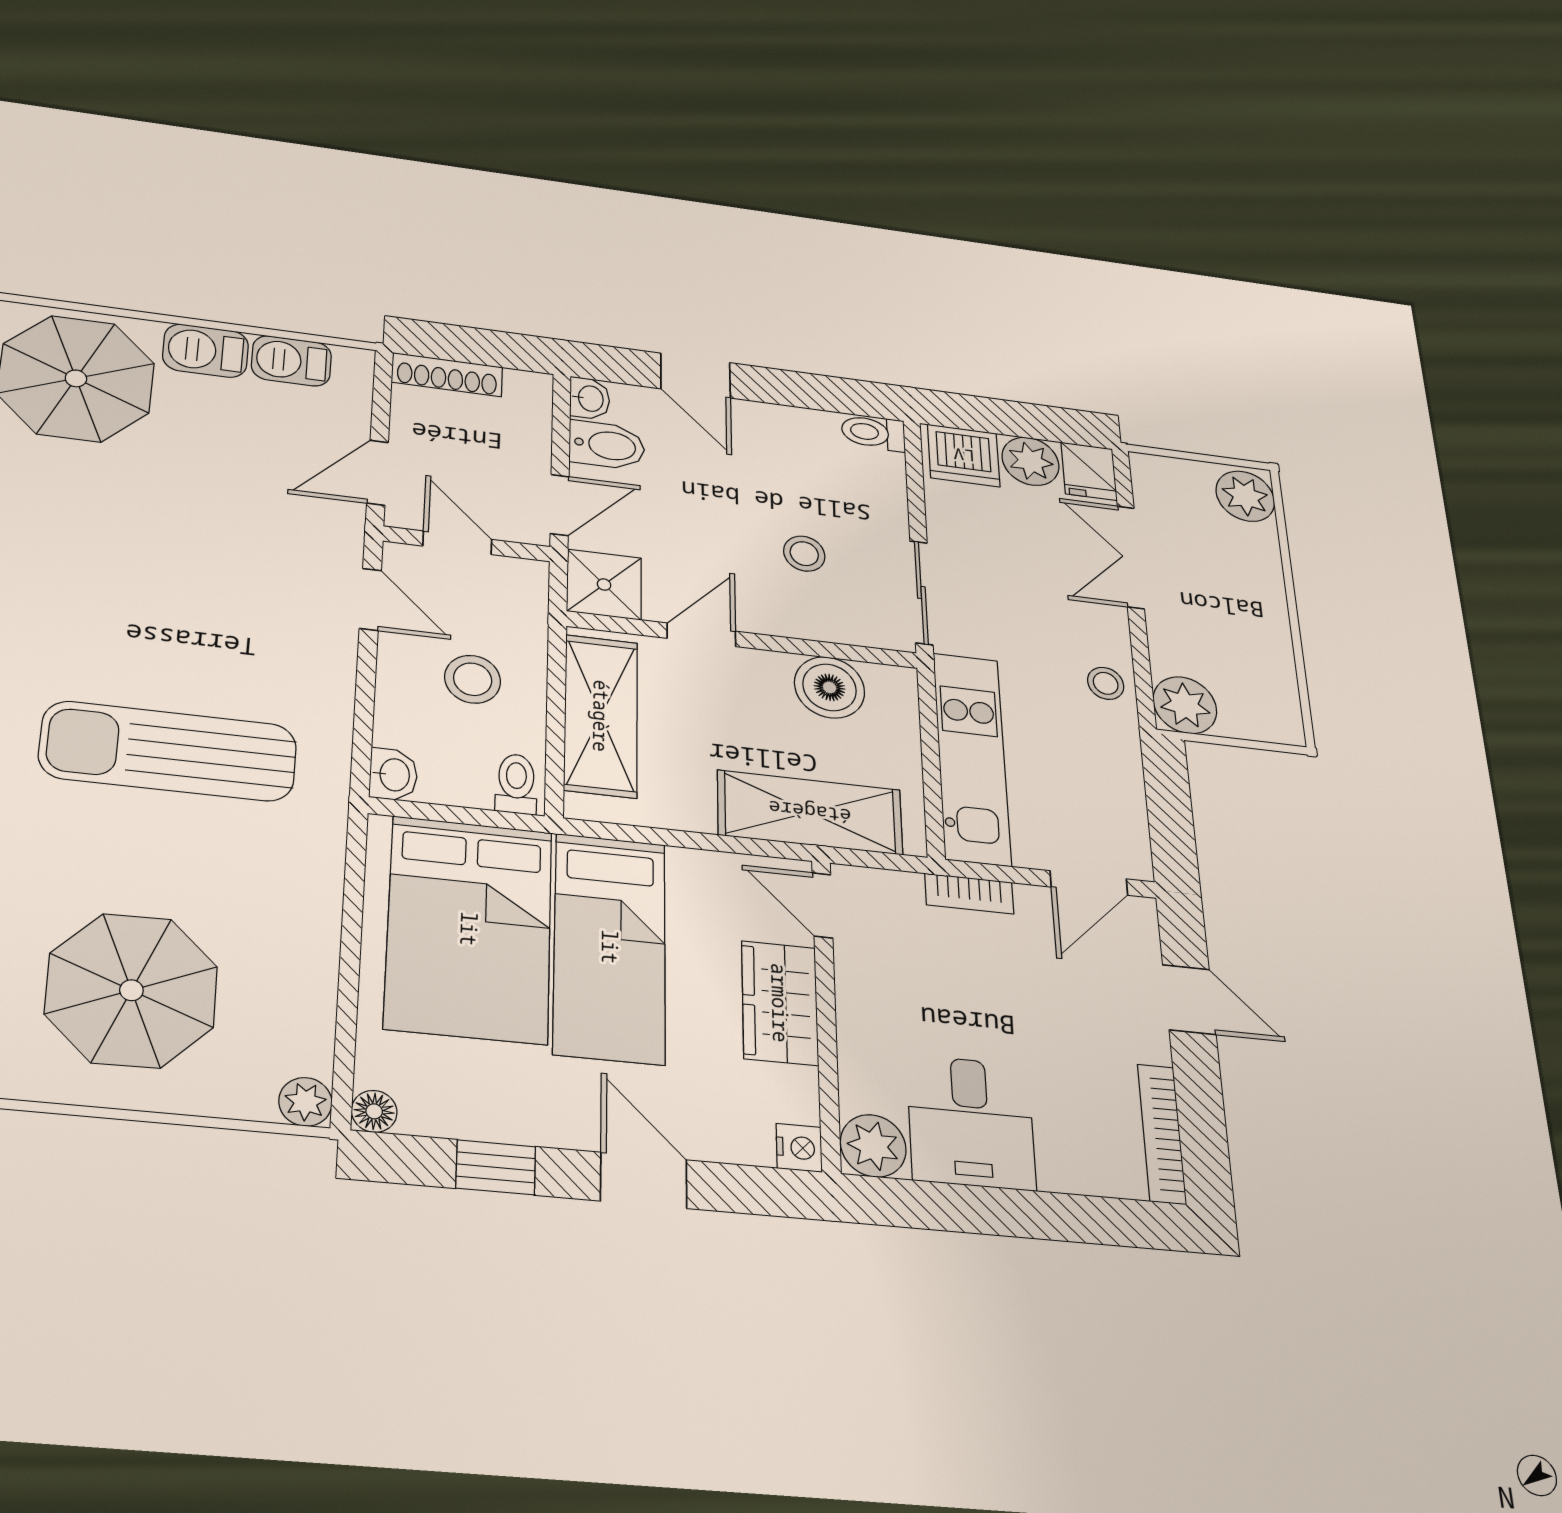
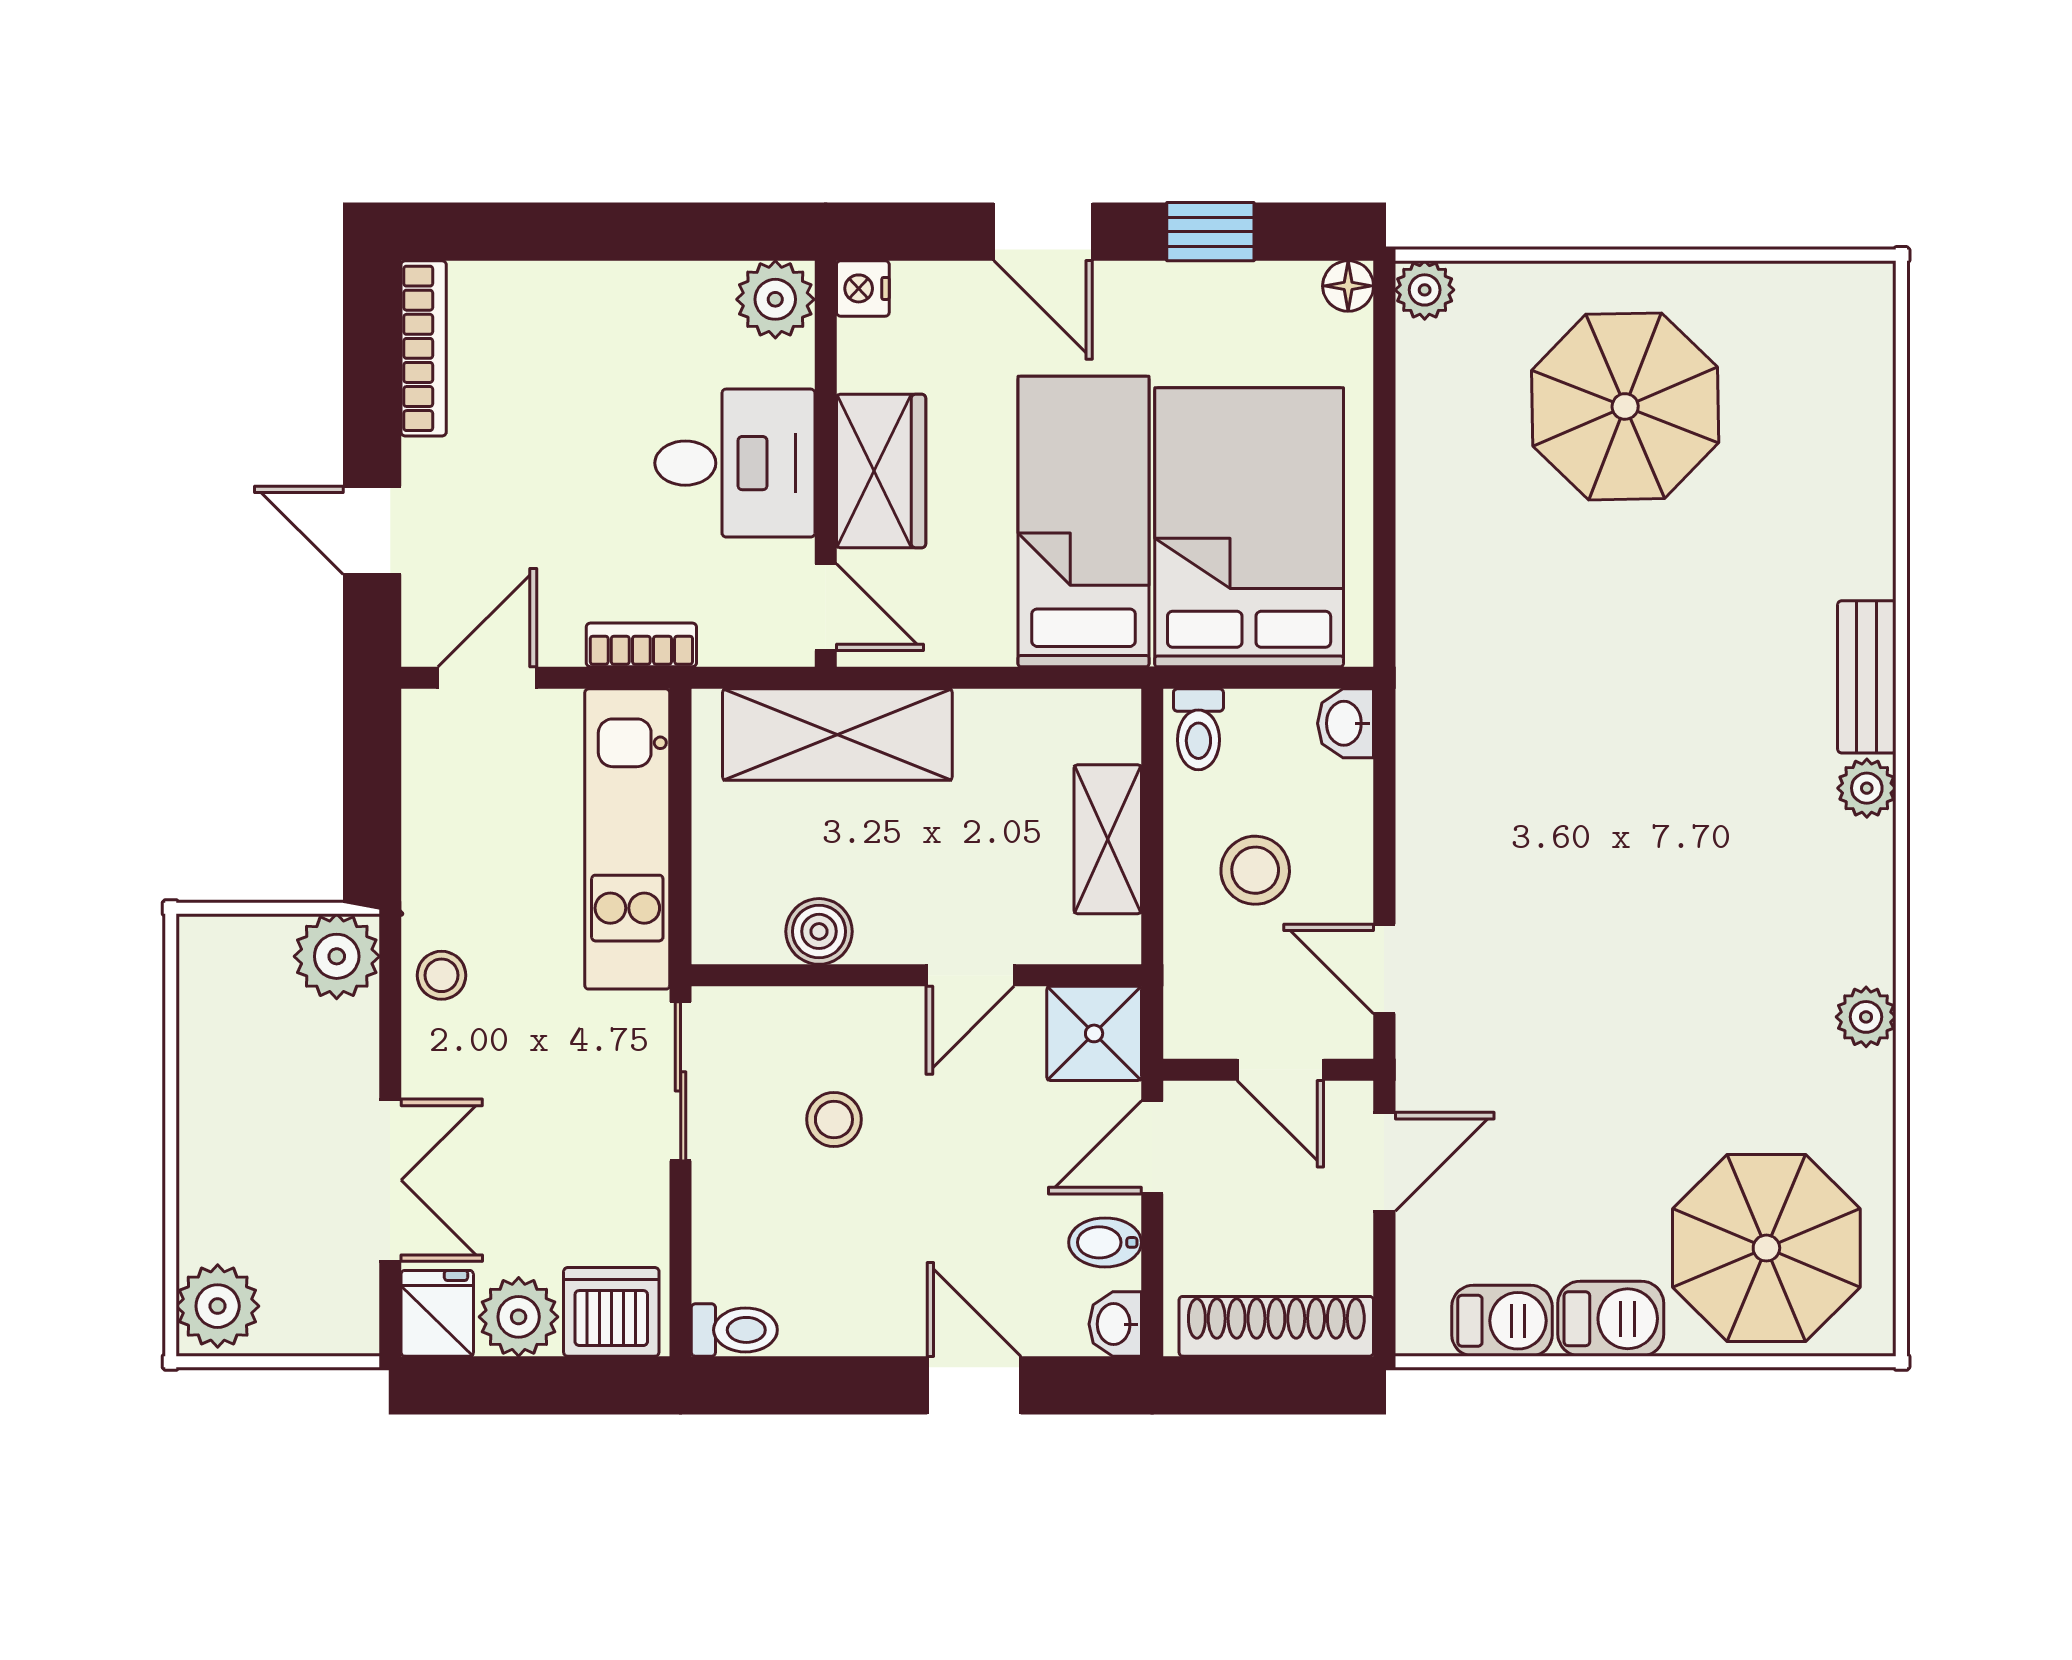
shoe rack: (447, 375) -> (1276, 1326), width x1.36, depth x1.24
bidet: (607, 445) -> (1105, 1242), width x0.72, depth x0.74
boiler: (830, 687) -> (819, 931), width x0.73, depth x0.73
shelving: (601, 716) -> (1108, 839), width x0.67, depth x0.75
sun lounger: (168, 751) -> (1610, 722), removed
desk: (971, 1122) -> (735, 463), moved, turned 90

